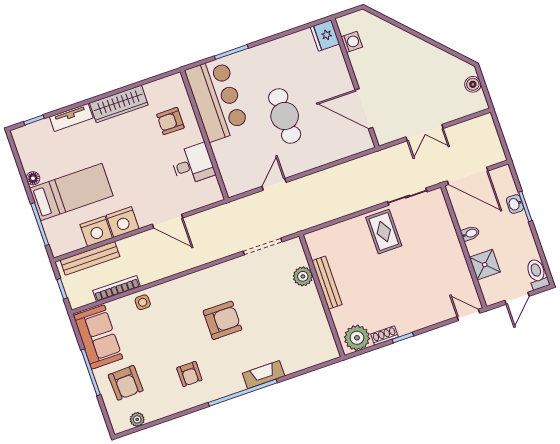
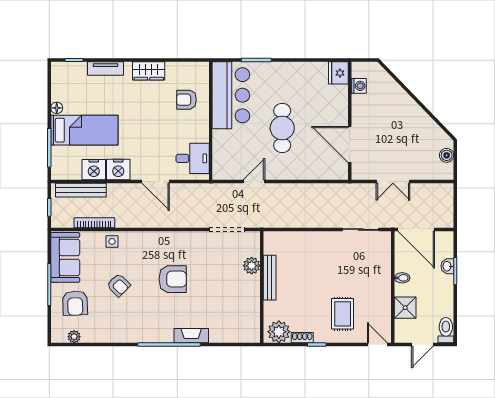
wardrobe: (119, 104) -> (149, 71), width x0.67
desk: (193, 164) -> (193, 158), moved
rug: (384, 232) -> (343, 314), moved
armchair: (189, 374) -> (119, 285), moved, turned -45

